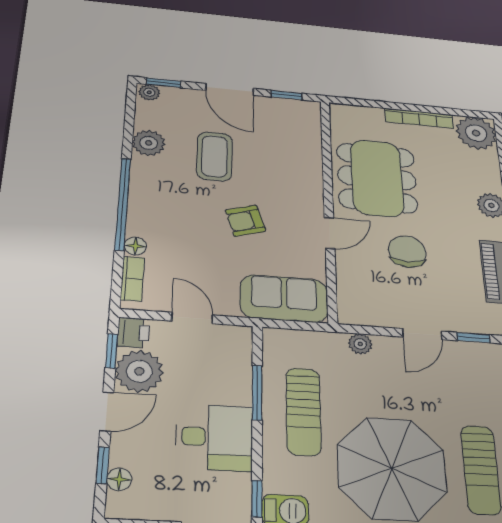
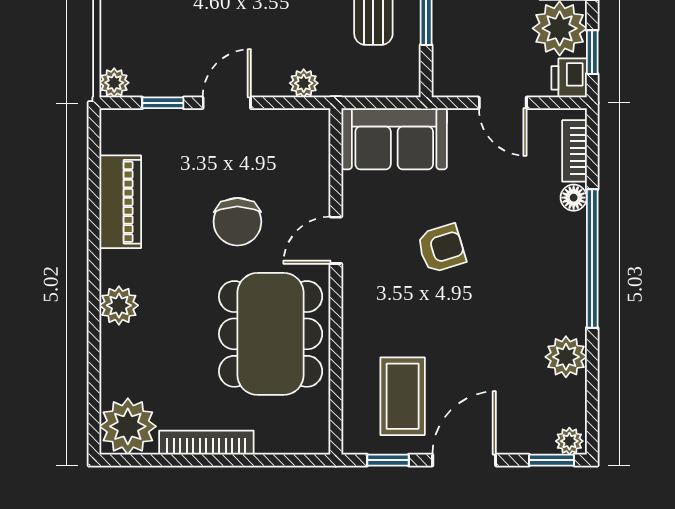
door: (230, 89) -> (464, 460), hinge flipped
coffee table: (215, 156) -> (403, 396), moved

